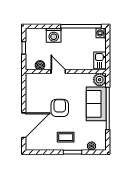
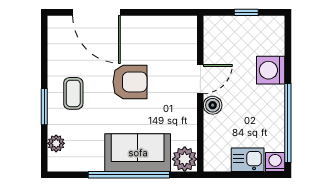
kitchen sink: (100, 60) -> (248, 160), moved
boiler: (40, 65) -> (213, 105), moved

